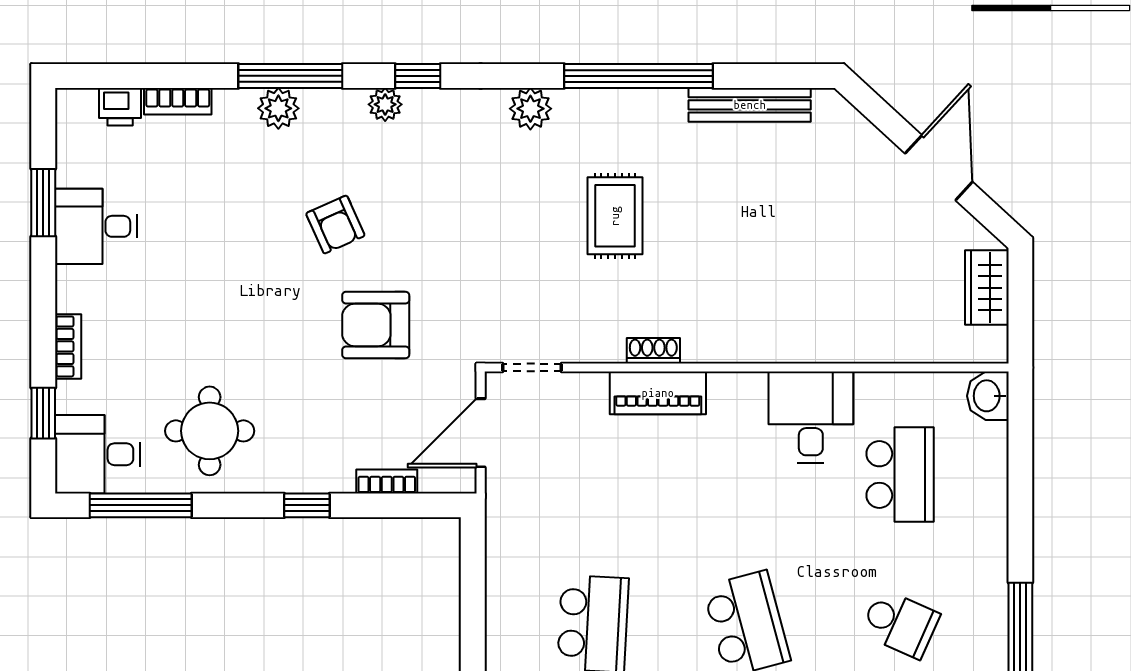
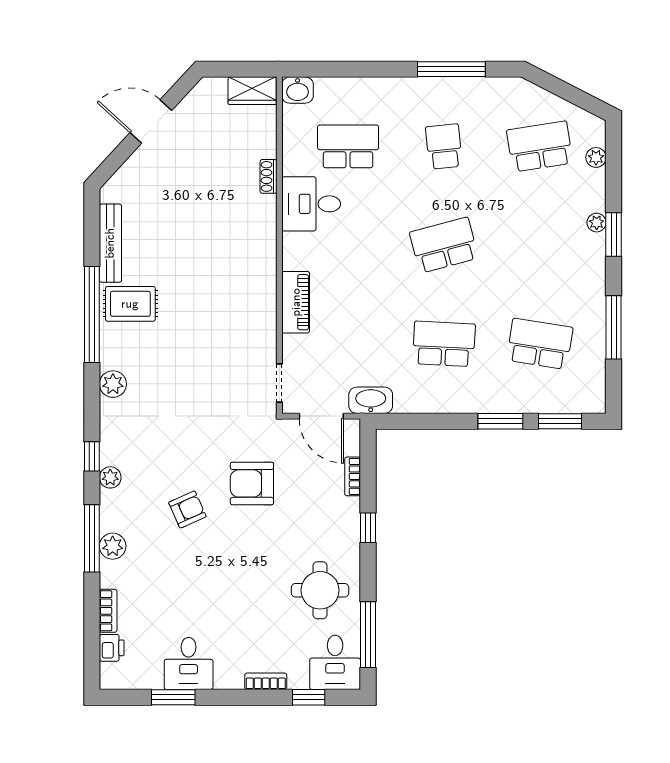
rug: (615, 216) -> (130, 304), moved
wardrobe: (987, 288) -> (252, 91), moved
armchair: (376, 325) -> (252, 483), turned 90
shoe rack: (653, 351) -> (269, 176), moved
washbasin: (505, 510) -> (371, 400), added
school desk: (900, 624) -> (444, 146), turned -30

